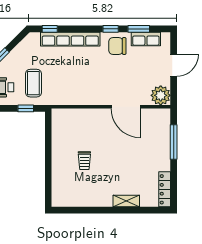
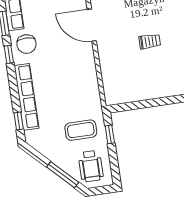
door: (126, 107) -> (92, 25), swing flipped
trolley: (84, 161) -> (150, 41), moved

